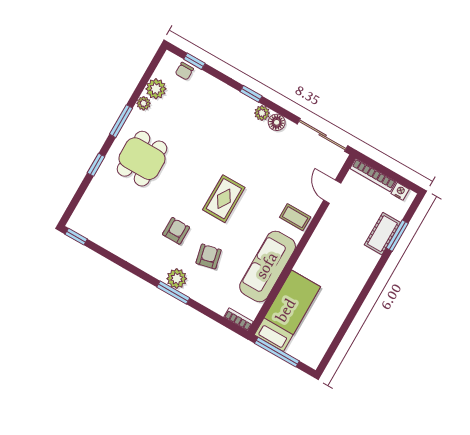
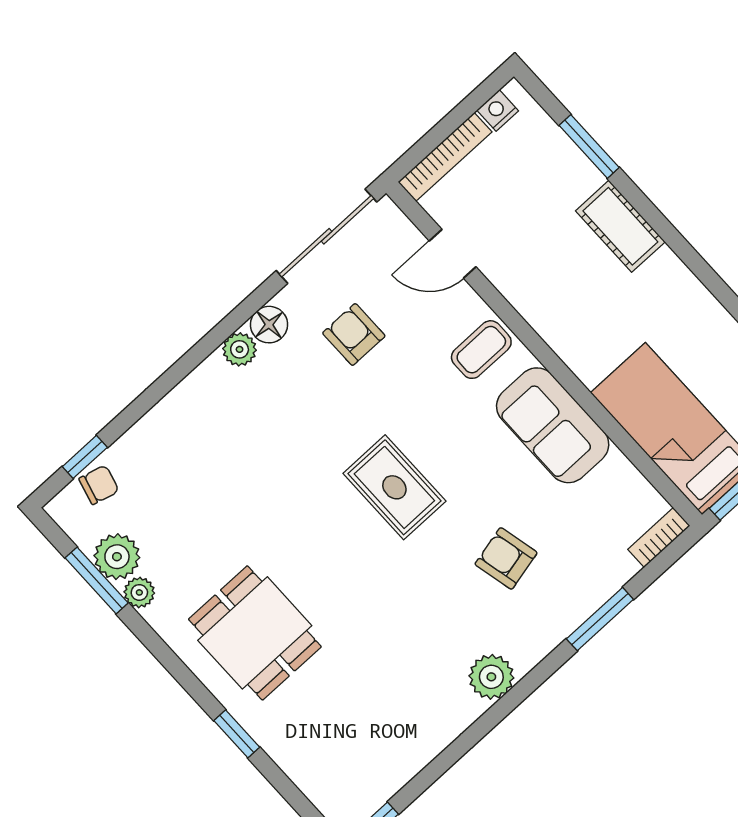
chair: (184, 71) -> (99, 485), turned -75
window: (251, 94) -> (192, 359), removed
window: (121, 121) -> (97, 580), moved
armchair: (176, 231) -> (354, 334), moved
cot: (382, 234) -> (620, 226), moved
sofa: (268, 266) -> (553, 425), width x0.73
plant: (177, 279) -> (491, 677), moved
window: (173, 292) -> (600, 619), moved

